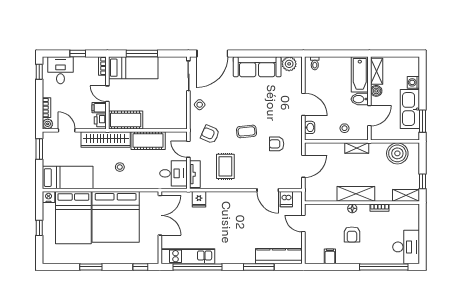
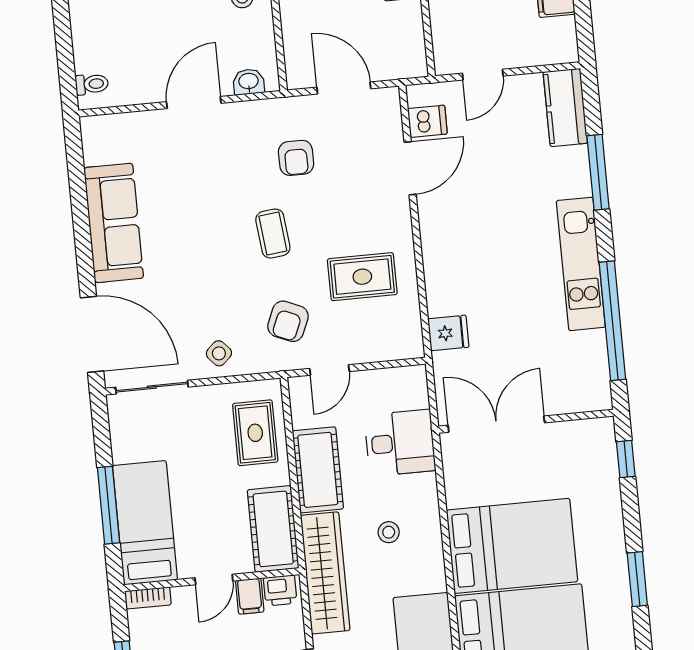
plant: (289, 64) -> (99, 146), removed
rug: (166, 116) -> (255, 433), added
desk: (174, 173) -> (400, 443), moved, turned 90
tv unit: (195, 174) -> (389, 349), removed
bed: (116, 217) -> (512, 546), width x0.73
kitchen unit: (188, 256) -> (581, 264), moved
kitchen counter: (279, 256) -> (565, 107), width x0.67

